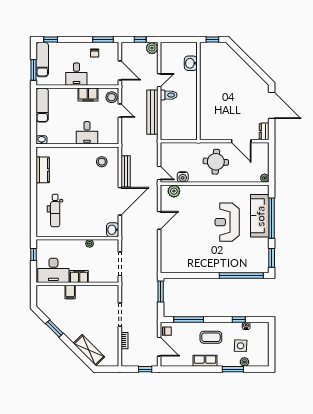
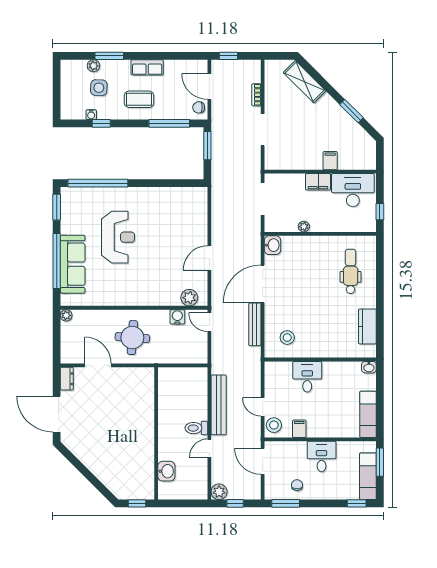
filing cabinet: (88, 95) -> (299, 429), width x0.50
reception desk: (227, 222) -> (118, 237), moved
window: (161, 291) -> (207, 146), moved

